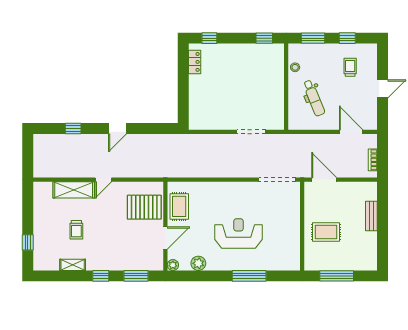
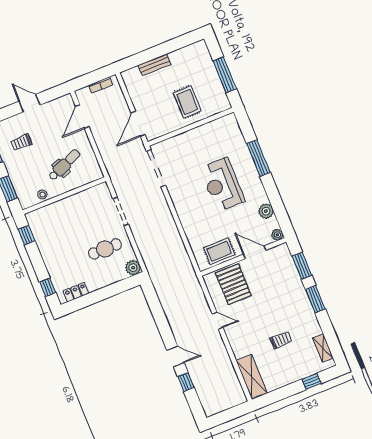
cafe table: (223, 104) -> (105, 249), added
plant: (196, 122) -> (133, 268), added
door: (117, 128) -> (176, 356), moved
door: (103, 180) -> (218, 321), moved
shelving: (74, 190) -> (252, 377), moved
shelving: (73, 265) -> (323, 348), moved
window: (101, 276) -> (315, 299), width x1.50

